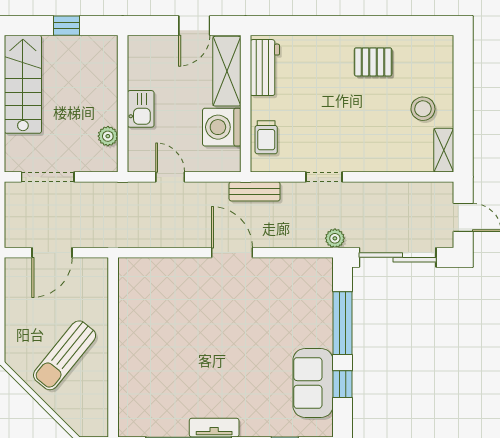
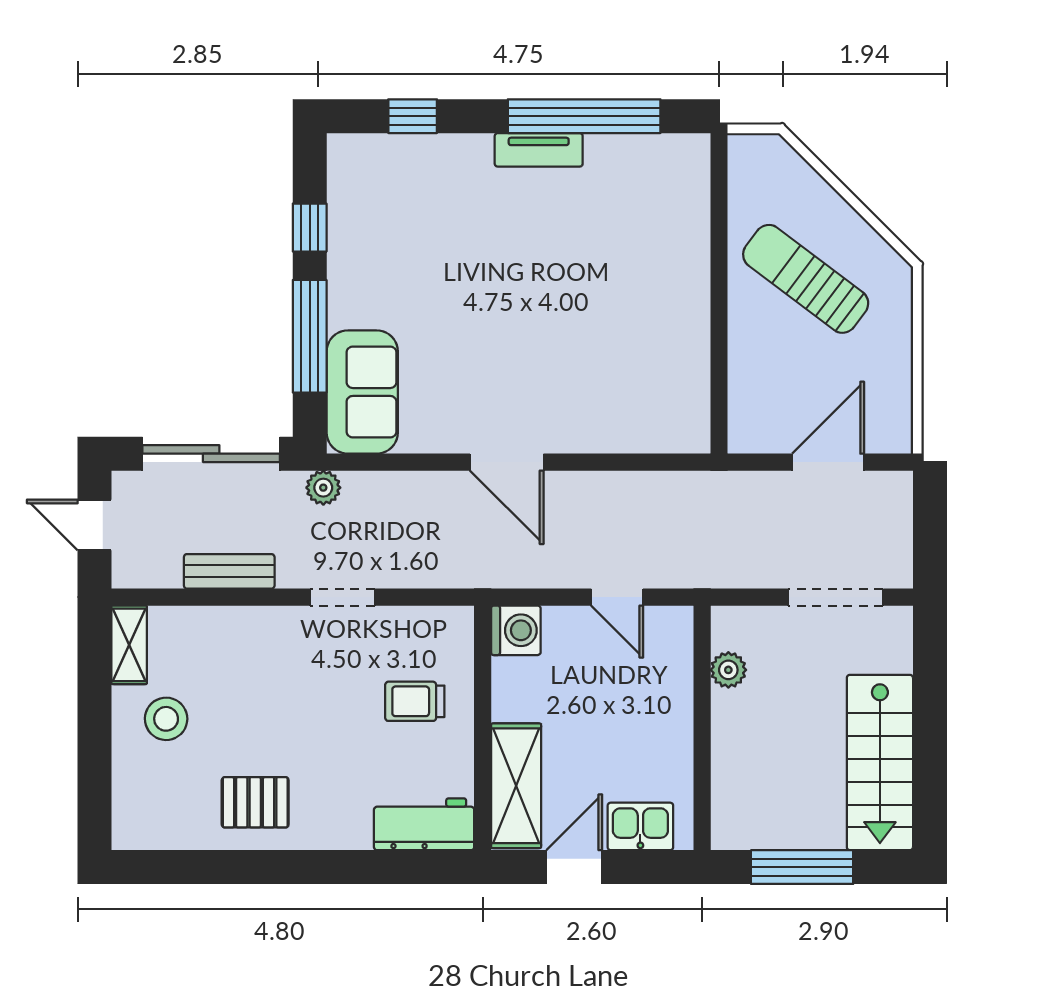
window: (67, 26) -> (802, 867), width x2.17
workbench: (265, 68) -> (424, 824), moved, turned 90
kitchen sink: (141, 109) -> (640, 826), moved, turned 90
washing machine: (222, 127) -> (516, 630), moved, width x0.73, depth x0.73
trolley: (266, 137) -> (415, 701), moved, turned -90
bench: (255, 191) -> (229, 571), moved
sun lounger: (65, 355) -> (806, 279), turned -92
sofa: (313, 383) -> (362, 392), moved

